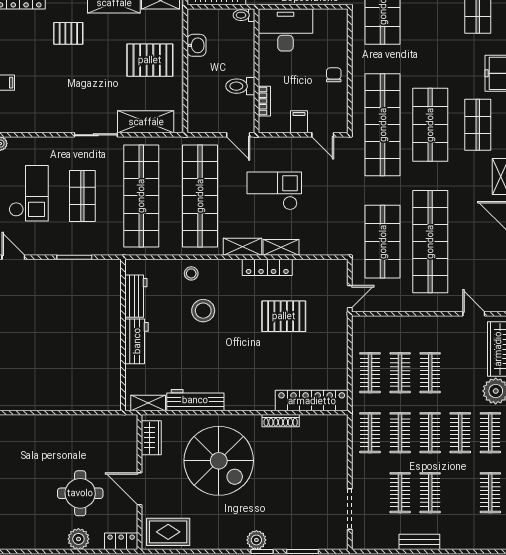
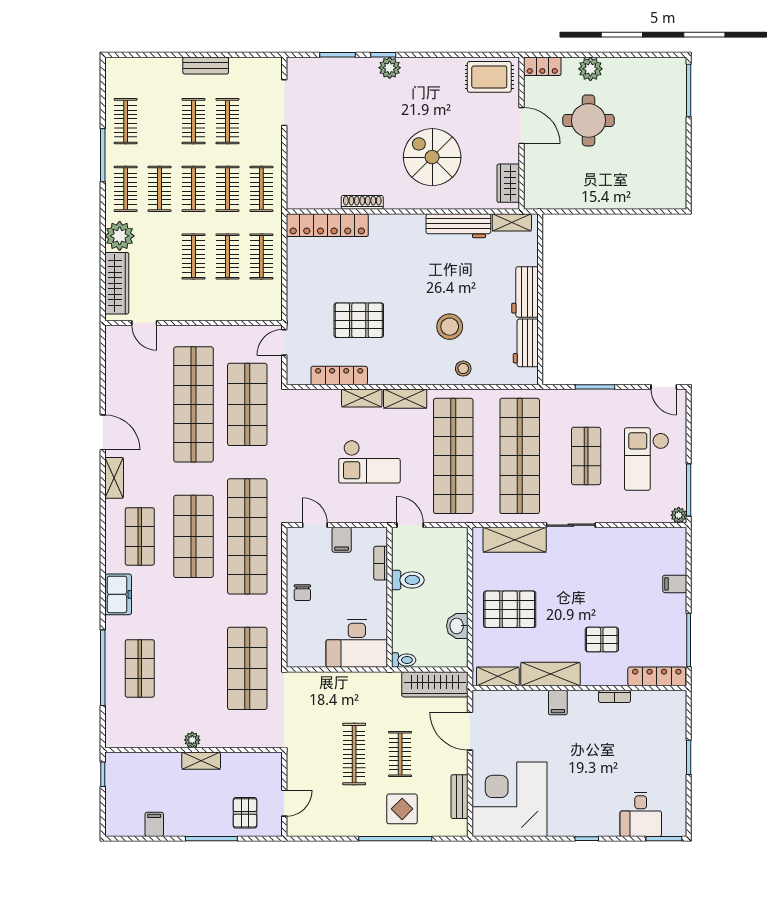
locker: (267, 267) -> (339, 375), moved
spiral stairs: (219, 461) -> (432, 157), width x0.73, depth x0.73

